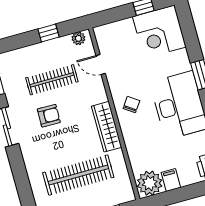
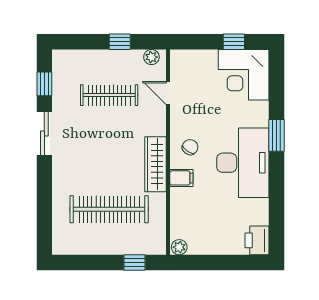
armchair: (49, 116) -> (95, 134), removed
filing cabinet: (171, 180) -> (181, 178), moved, turned 90
plant: (150, 183) -> (179, 247), width x0.53, depth x0.53

